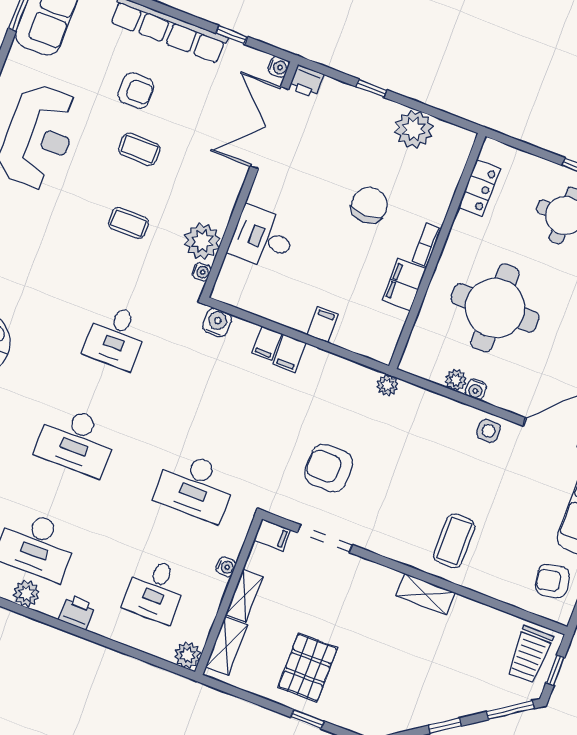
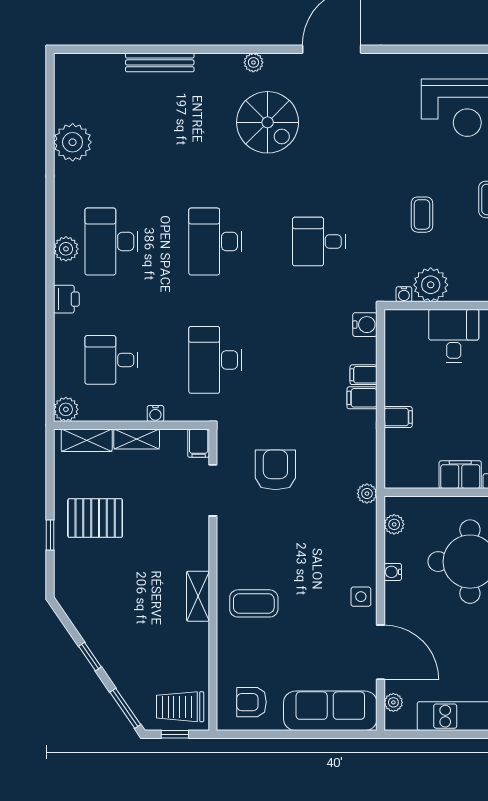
plant: (456, 380) -> (394, 524), moved
armchair: (552, 581) -> (251, 702), turned -79

